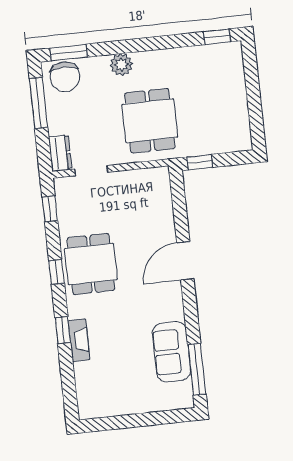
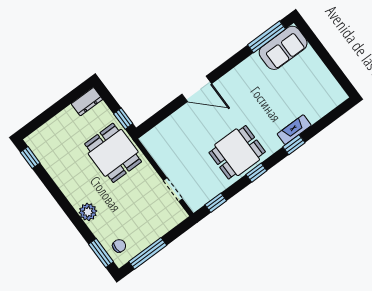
chair: (65, 77) -> (119, 246), width x0.54, depth x0.54
dining table: (150, 121) -> (113, 153), moved, turned 90
dresser: (60, 153) -> (87, 102), moved, turned 180
sofa: (172, 352) -> (283, 48), moved

